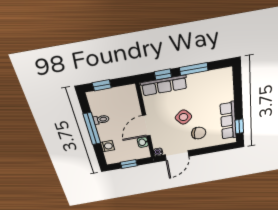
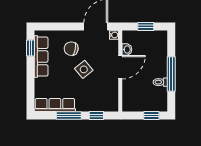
row of seats: (164, 85) -> (55, 105), moved
washing machine: (108, 146) -> (162, 52), removed

